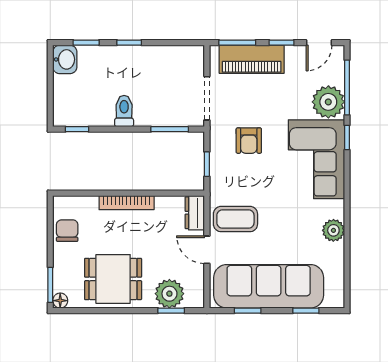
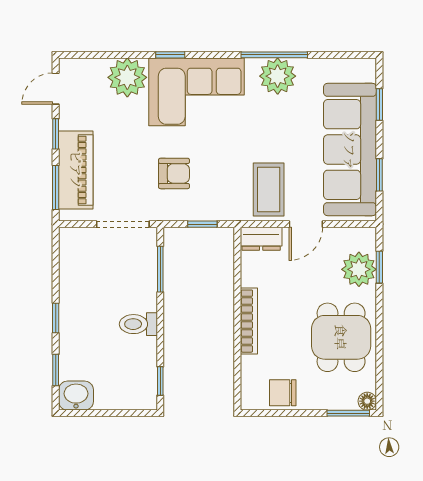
door: (319, 43) -> (56, 89), swing flipped
window: (347, 87) -> (274, 55), moved
plant: (333, 230) -> (278, 76), width x1.36, depth x1.36

